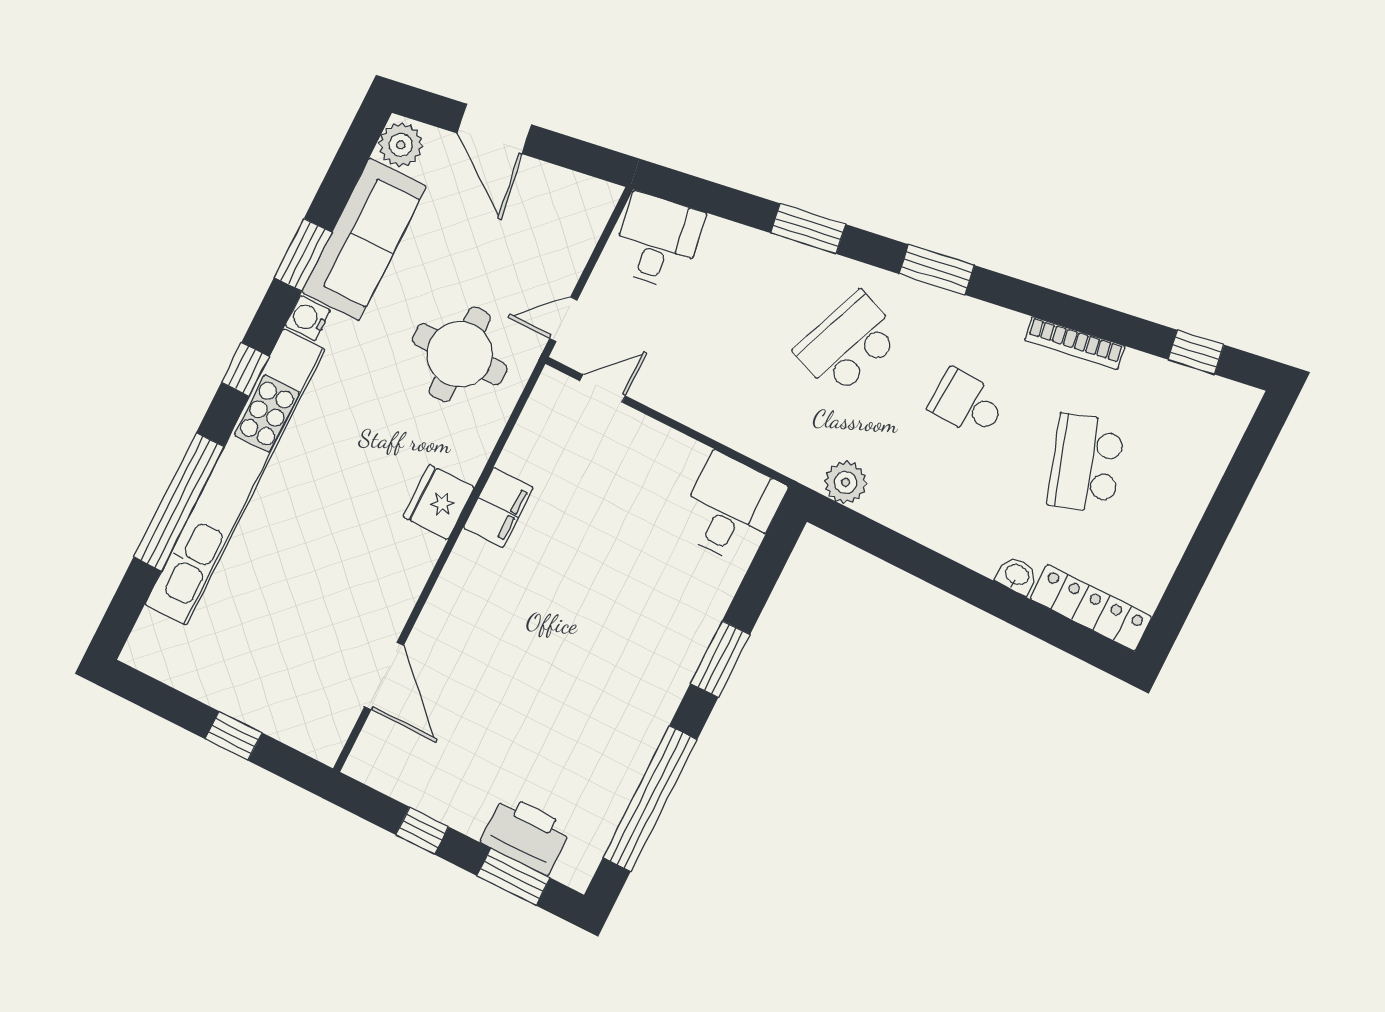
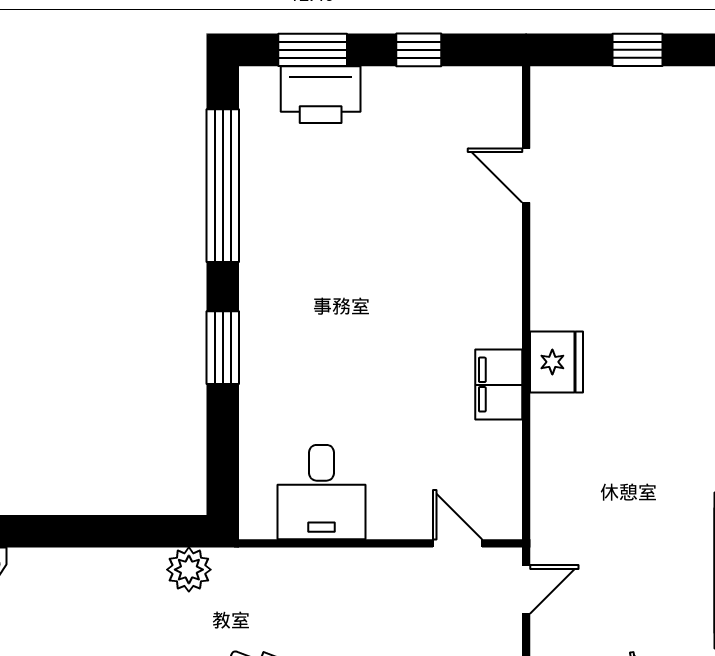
round table: (460, 354) -> (606, 508), removed
door: (603, 388) -> (458, 543), swing flipped
desk: (731, 508) -> (322, 492), moved
door: (384, 676) -> (526, 175), width x0.73

